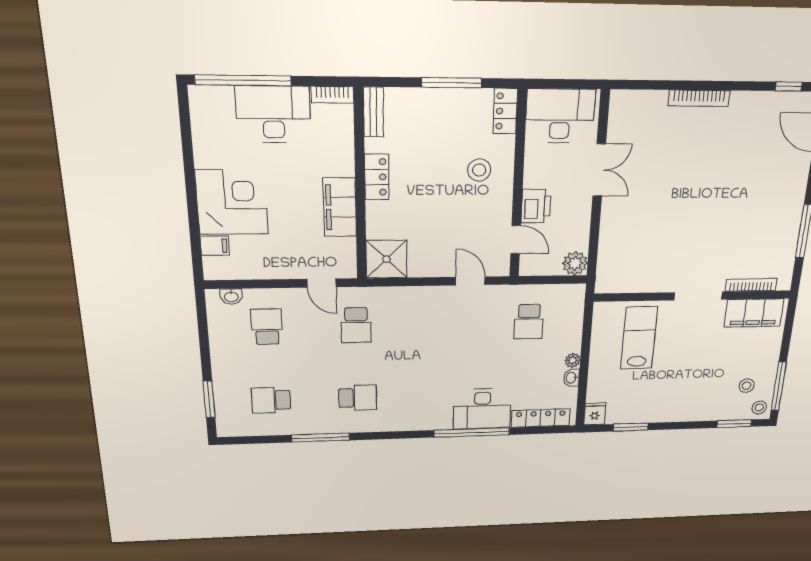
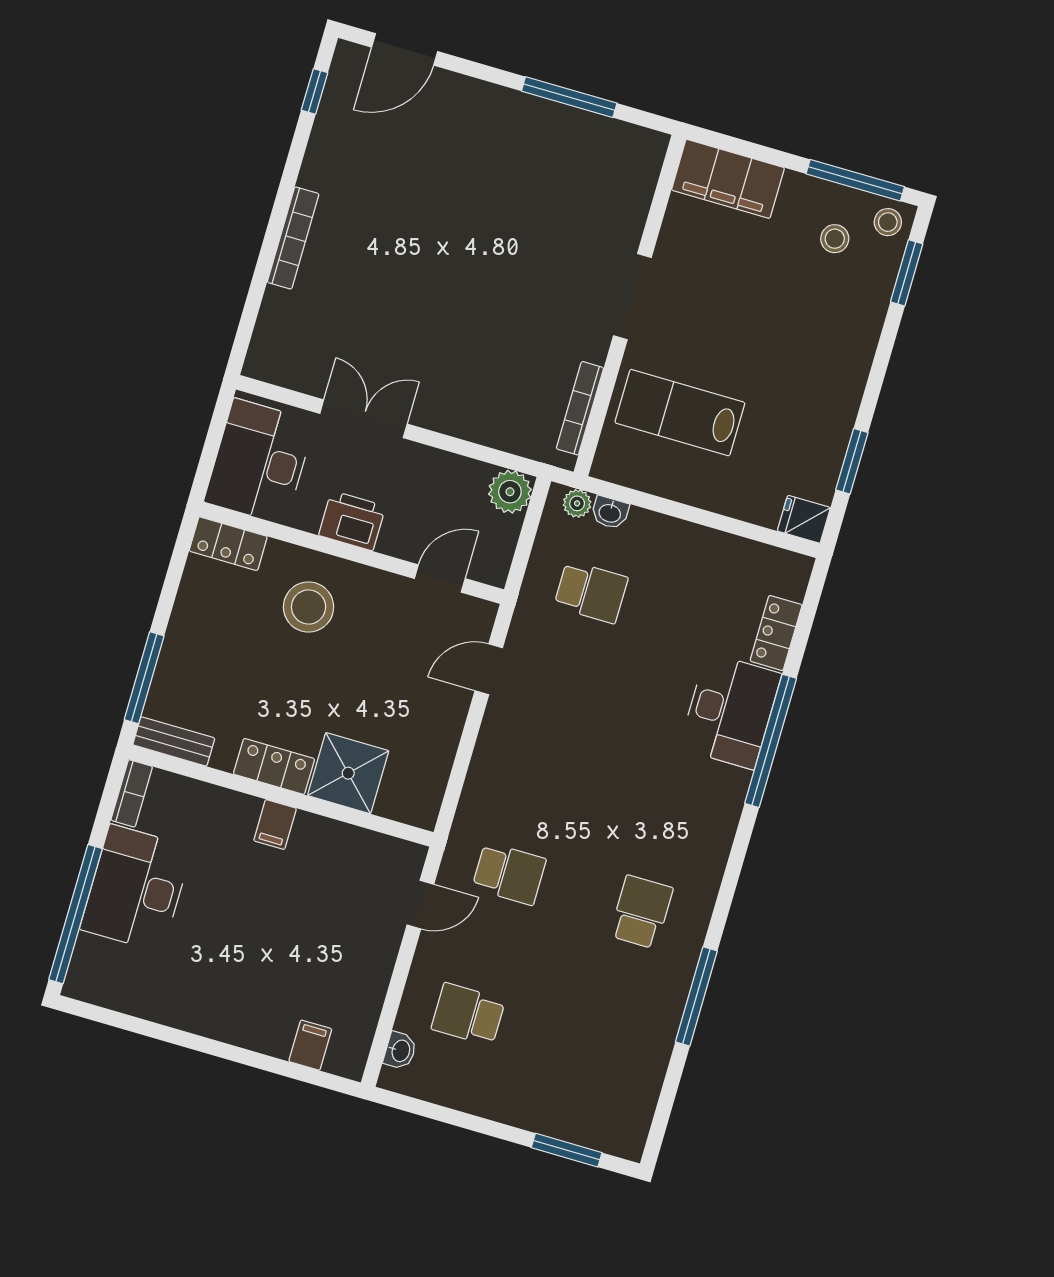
window: (452, 83) -> (144, 678), moved
stool: (479, 170) -> (309, 607), width x1.38, depth x1.38
corner desk: (232, 202) -> (250, 995), removed
printer: (536, 206) -> (352, 521), moved
filing cabinet: (340, 207) -> (275, 824), width x0.33, depth x0.86
shower: (386, 259) -> (348, 773), moved
bookcase: (751, 285) -> (580, 408), moved
filing cabinet: (754, 313) -> (728, 179), moved, turned 90
plant: (573, 360) -> (577, 503), moved
washbasin: (571, 378) -> (610, 513), moved
school desk: (271, 400) -> (600, 1053), removed
locker: (541, 418) -> (776, 633), width x0.66

